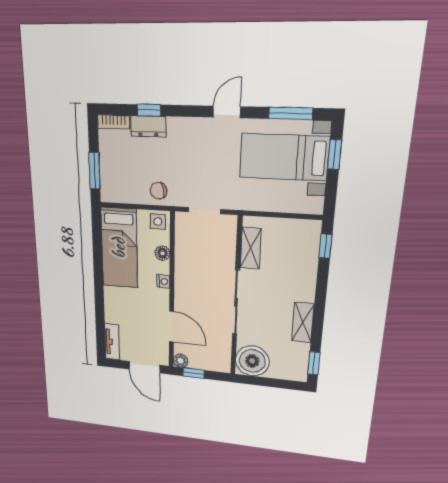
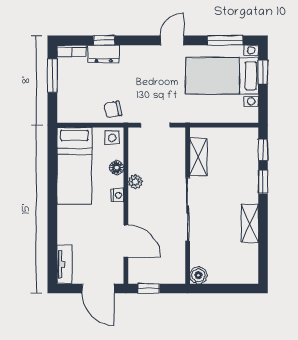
window: (95, 171) -> (52, 76), moved
plant: (181, 361) -> (135, 182), moved
boiler: (252, 361) -> (198, 275), width x0.54, depth x0.54
window: (314, 363) -> (263, 182), moved

